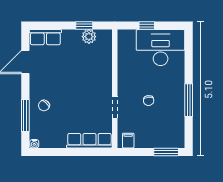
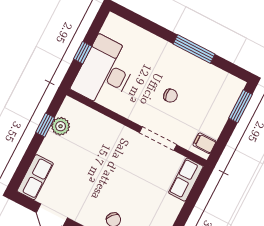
desk: (161, 48) -> (105, 72), moved
doorway: (115, 107) -> (158, 139), width x1.38
row of seats: (89, 141) -> (186, 180), width x0.68

